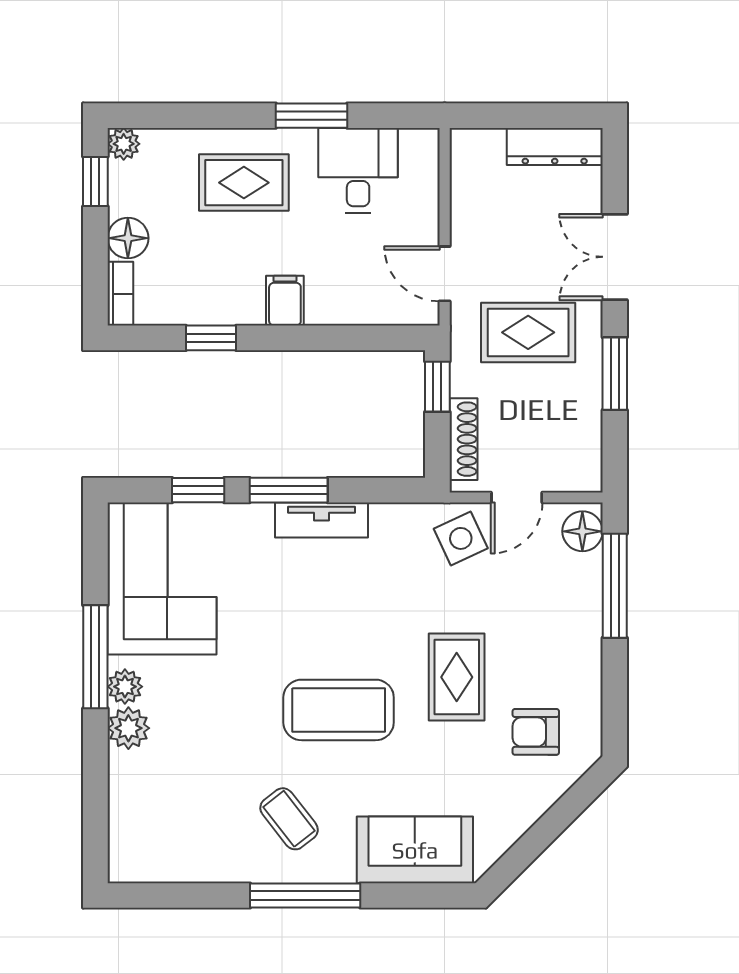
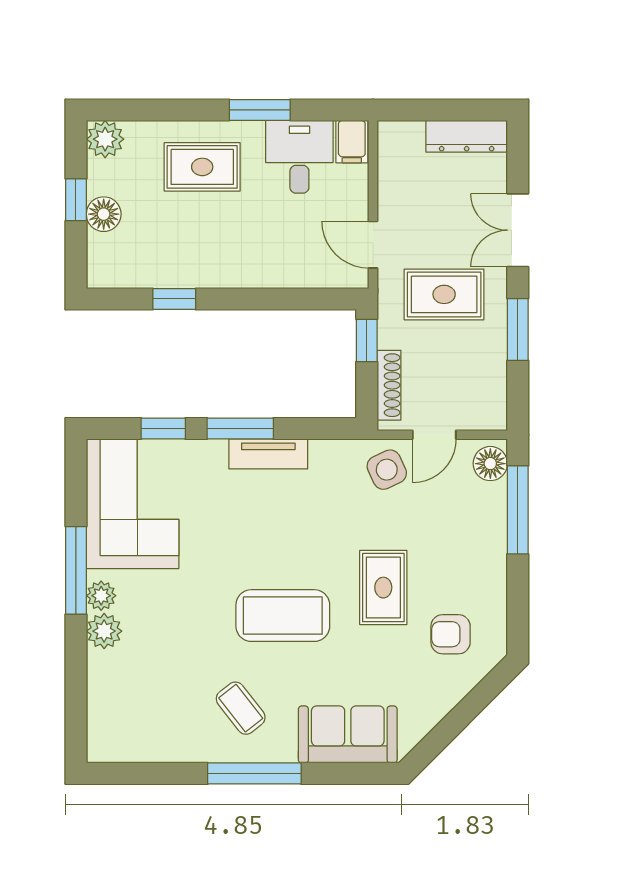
plant: (124, 144) -> (105, 139), width x1.38, depth x1.38
window: (95, 182) -> (76, 200), moved
bookcase: (120, 294) -> (97, 261), removed
filing cabinet: (285, 301) -> (352, 142), moved, turned 180

